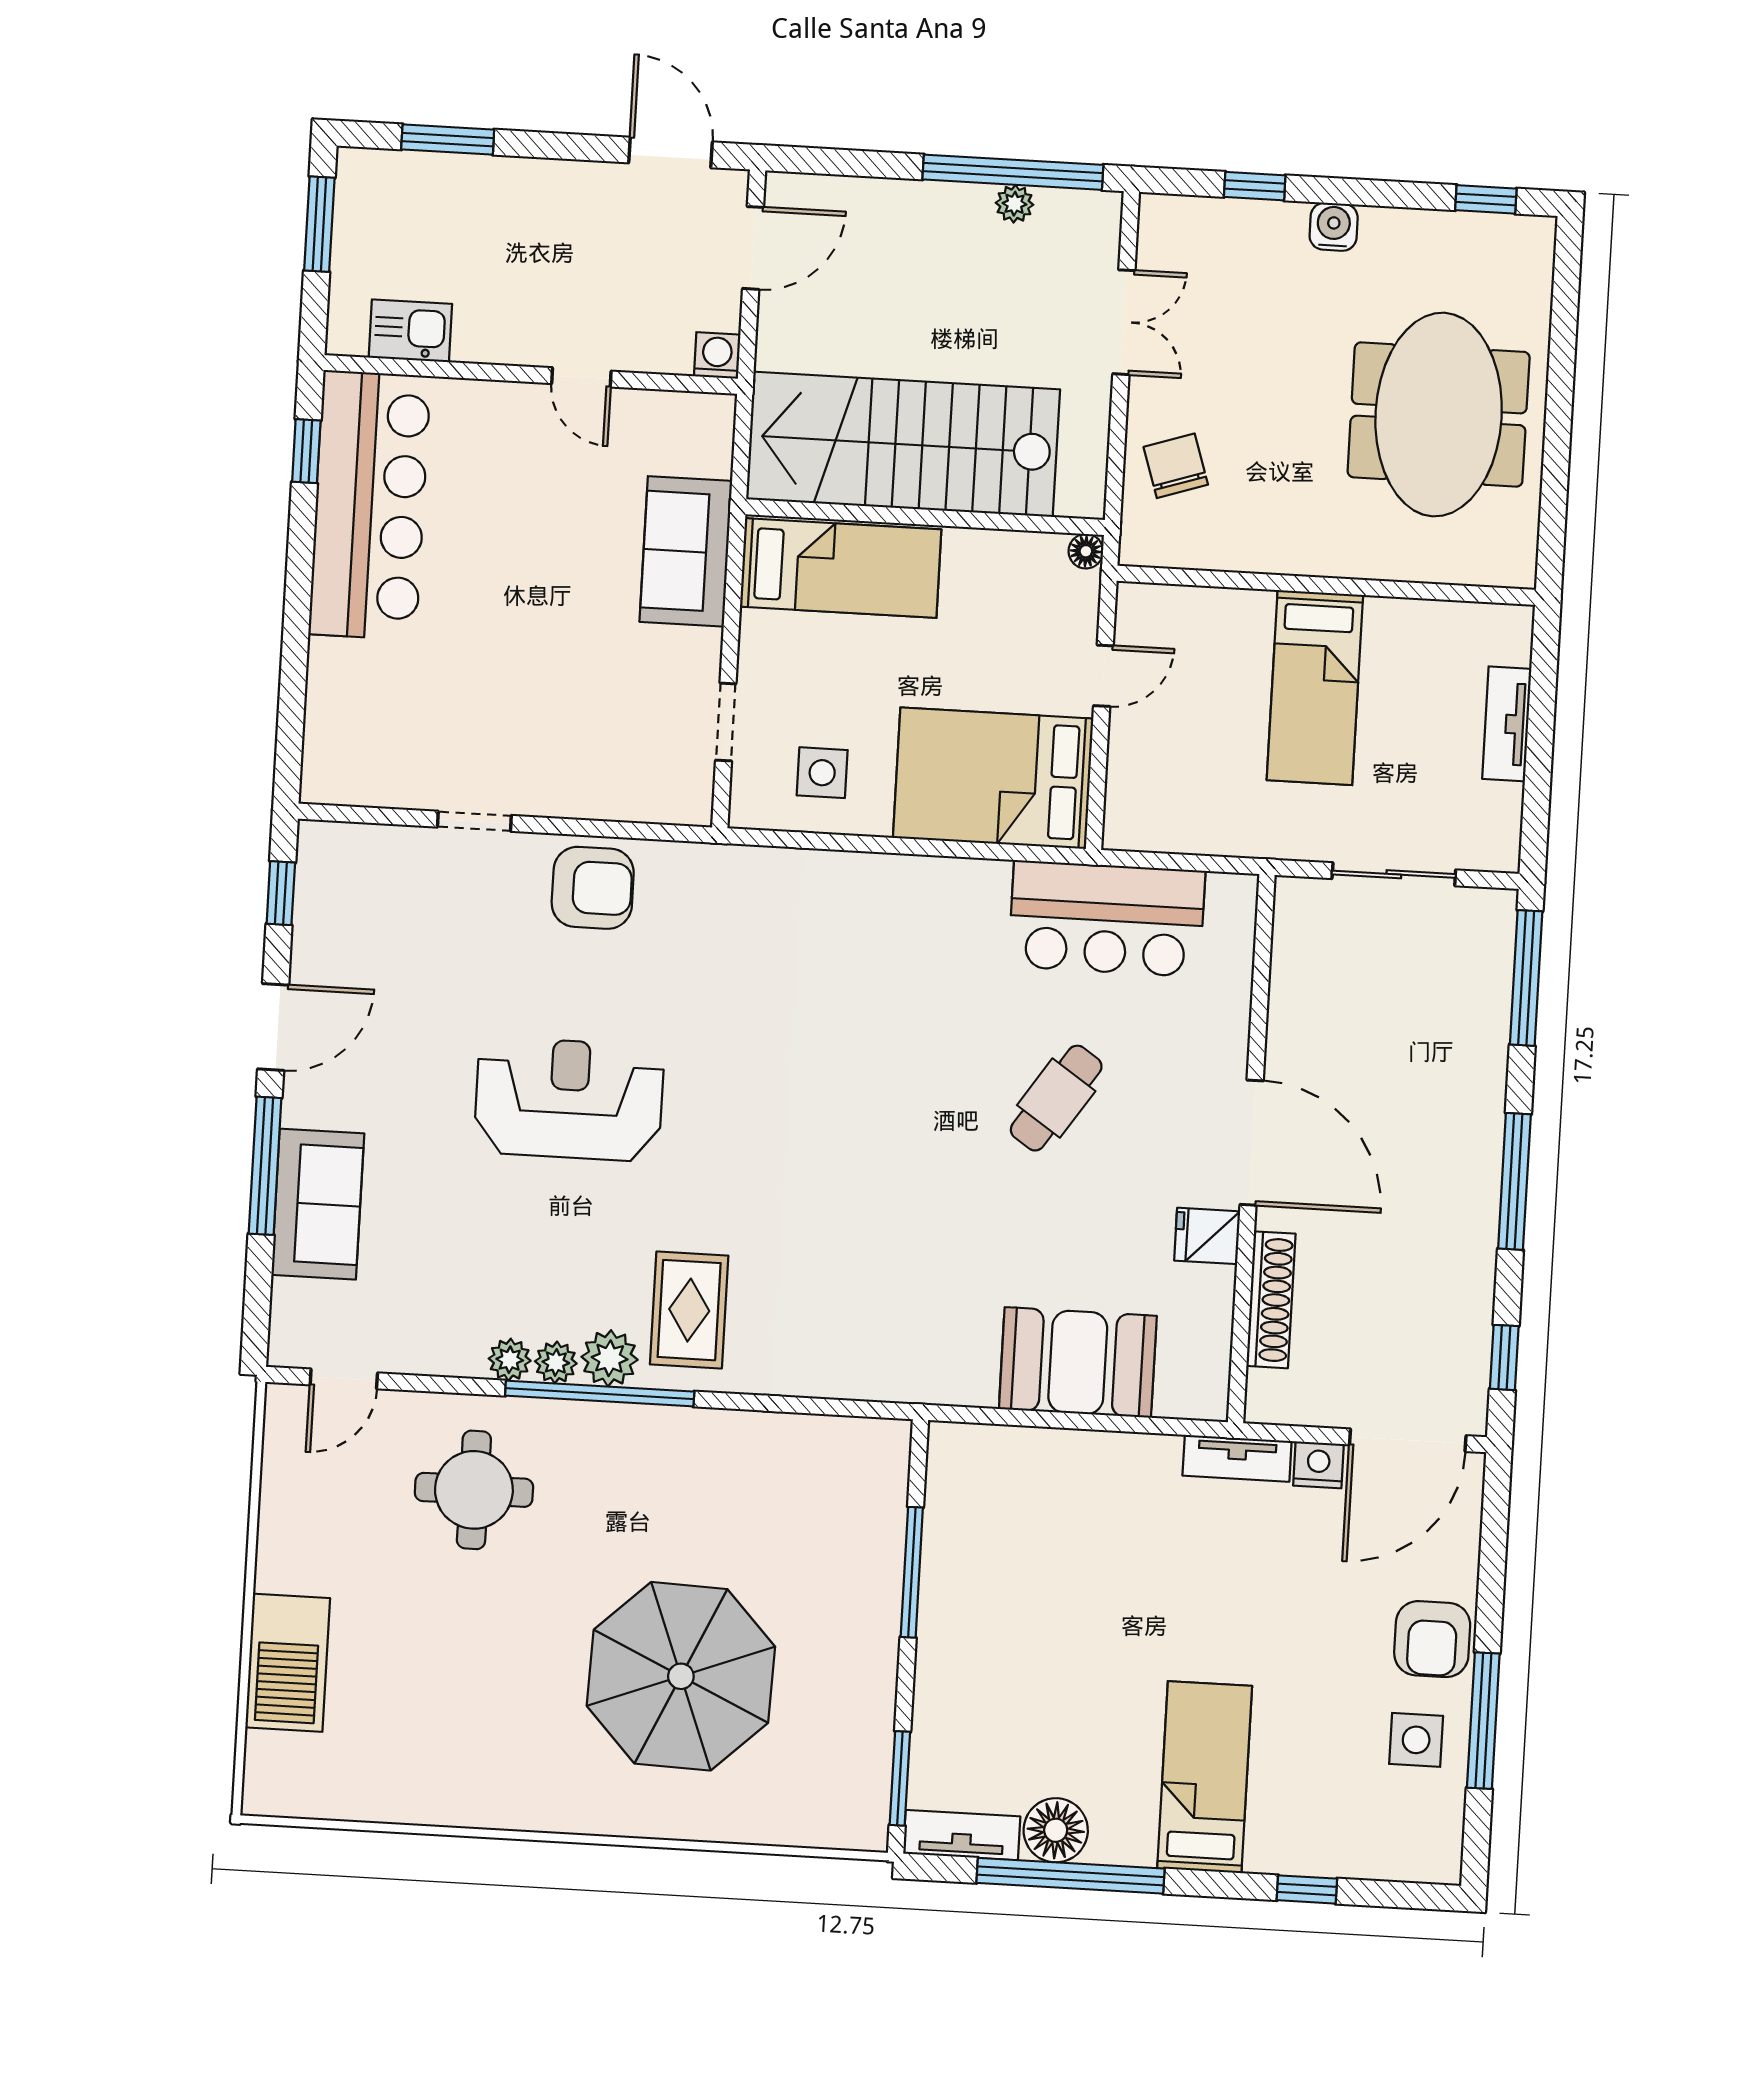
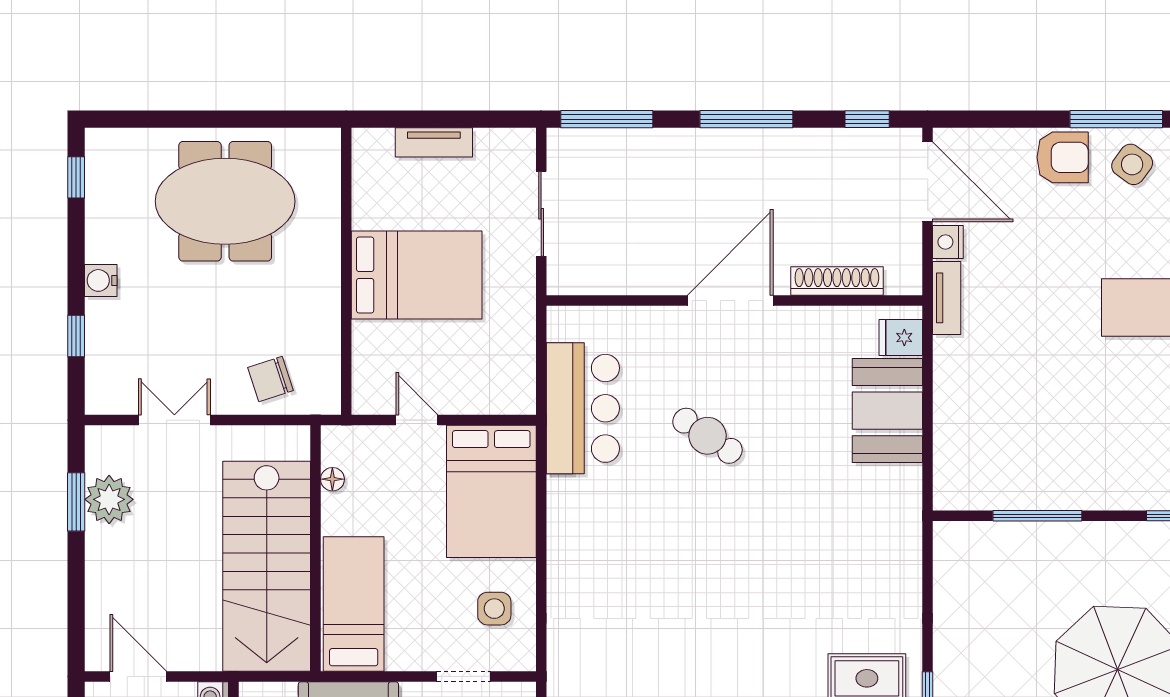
window: (1013, 172) -> (76, 502), width x0.47
plant: (1015, 204) -> (109, 499), width x1.88, depth x1.88
floor lamp: (1086, 551) -> (332, 479), moved
bed: (1315, 688) -> (417, 275), width x1.50
fridge: (1207, 1236) -> (901, 338), moved, turned 90
side table: (1416, 1740) -> (1132, 164), turned 36

